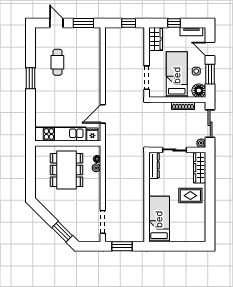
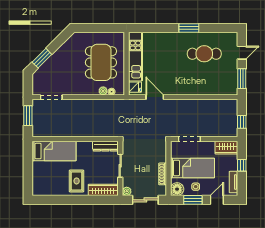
cafe table: (57, 62) -> (204, 54), width x1.37, depth x1.35
dining table: (67, 170) -> (101, 62), turned 90

